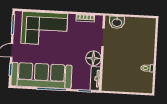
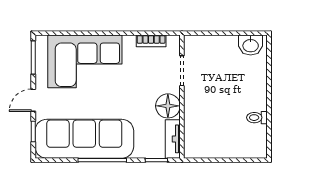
washbasin: (117, 22) -> (251, 45), moved

